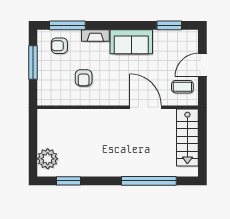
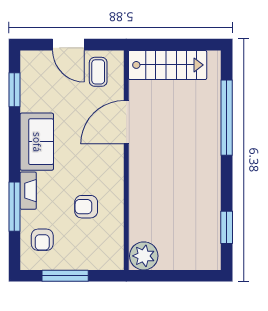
window: (67, 25) -> (14, 207), moved
armchair: (84, 78) -> (86, 207), turned 180
plant: (48, 159) -> (144, 256), moved

